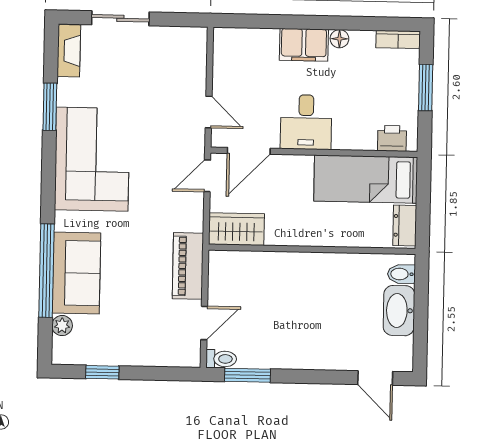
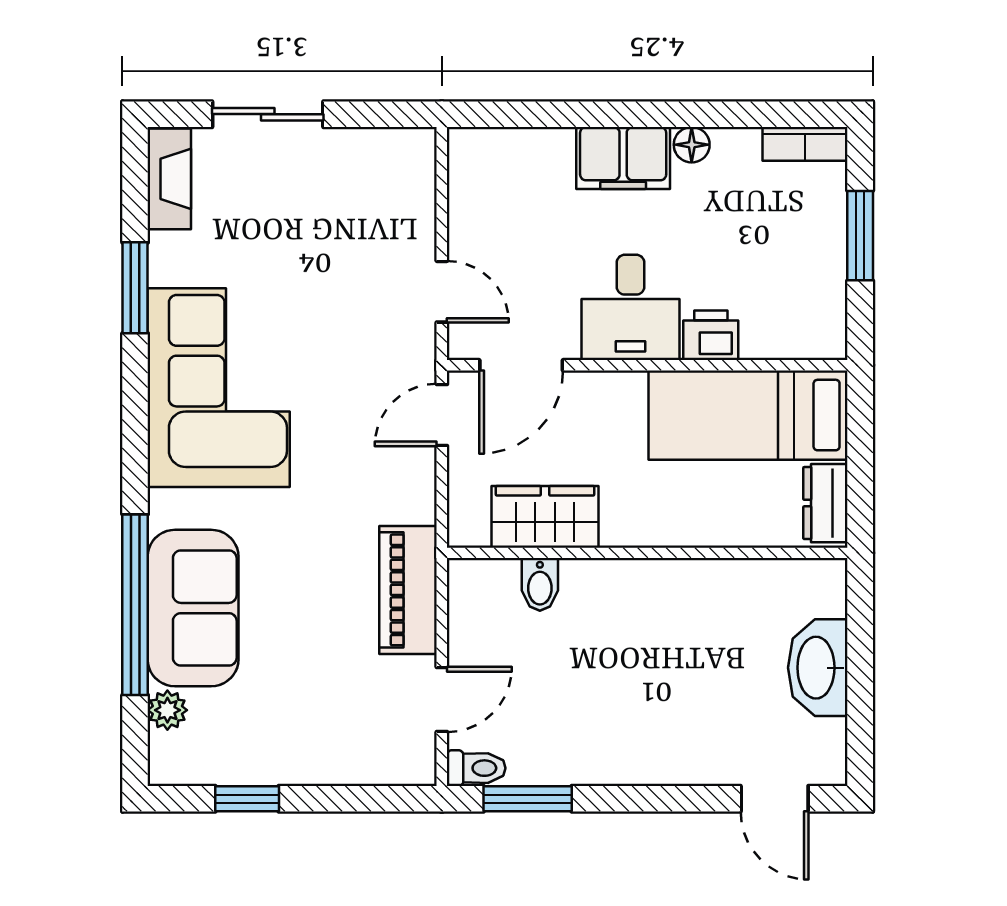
printer: (392, 138) -> (711, 335), moved
wardrobe: (236, 229) -> (545, 517), moved
bidet: (401, 274) -> (540, 584), moved, turned -90

